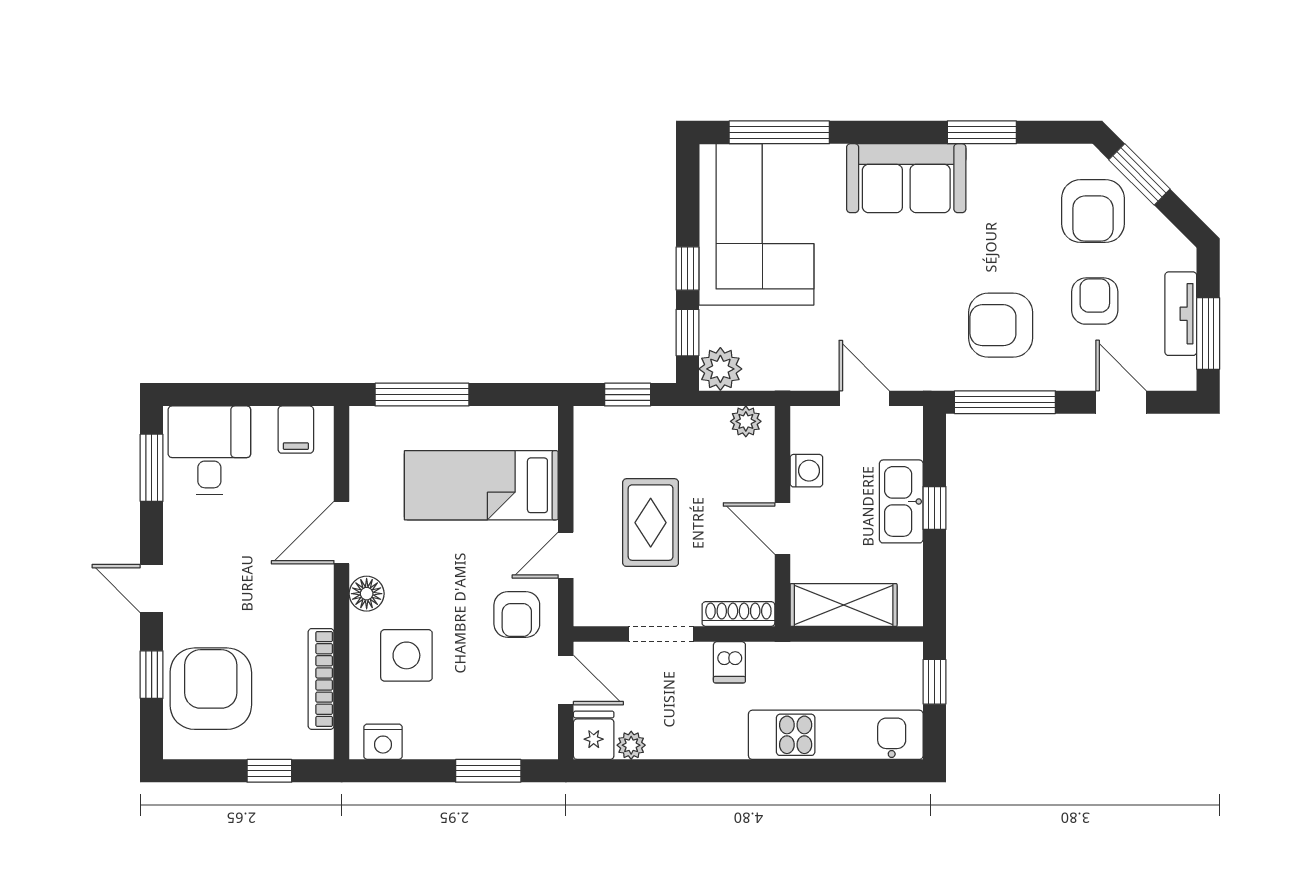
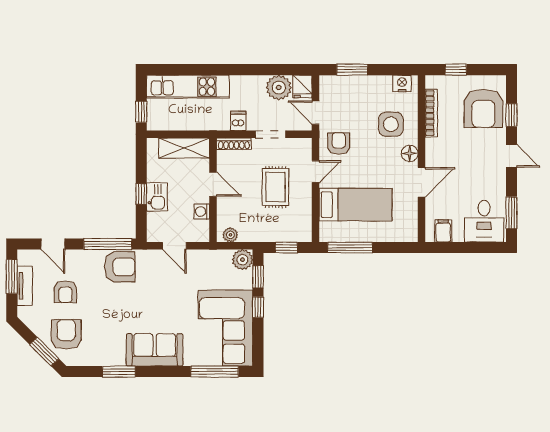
armchair: (1001, 325) -> (120, 267), moved
window: (422, 395) -> (350, 248), moved
kitchen sink: (901, 501) -> (157, 197), width x0.73
plant: (631, 745) -> (279, 88), width x1.88, depth x1.88

